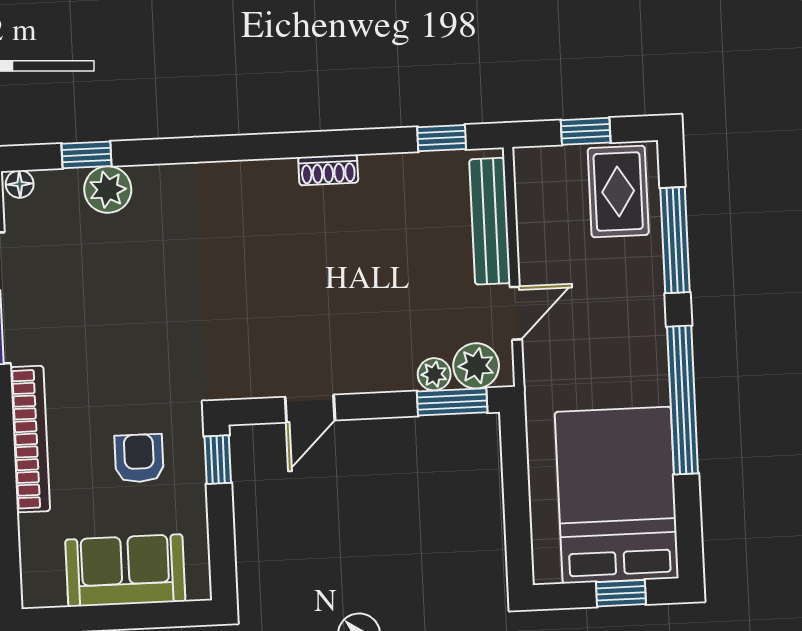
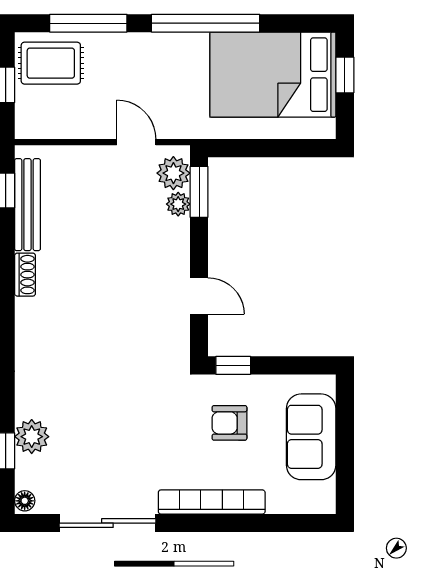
bench: (490, 221) -> (27, 205), moved, turned 90

